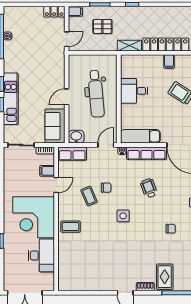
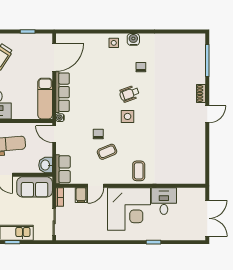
door: (56, 185) -> (96, 186), swing flipped
wheelchair: (149, 188) -> (129, 94), moved
desk: (41, 255) -> (164, 201), width x0.73
rug: (165, 277) -> (191, 73), removed

